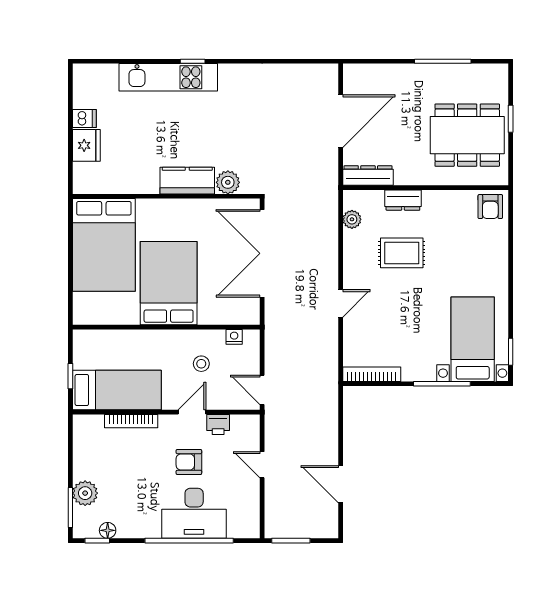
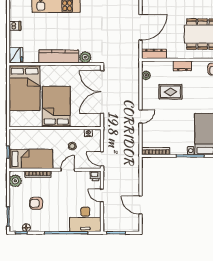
fridge: (86, 145) -> (16, 55), moved
kitchen counter: (187, 181) -> (59, 56), width x1.50
dresser: (403, 200) -> (182, 66), moved
printer: (218, 424) -> (96, 176), moved
armchair: (189, 462) -> (36, 203), moved
plant: (85, 493) -> (15, 181), moved
desk: (194, 513) -> (85, 219), moved

